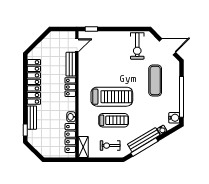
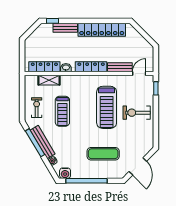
door: (77, 45) -> (139, 74), swing flipped
exercise bike: (137, 46) -> (137, 113), moved
locker: (70, 87) -> (91, 67), width x1.53
treadmill: (112, 97) -> (107, 107), moved
shelving: (83, 147) -> (49, 80), moved

